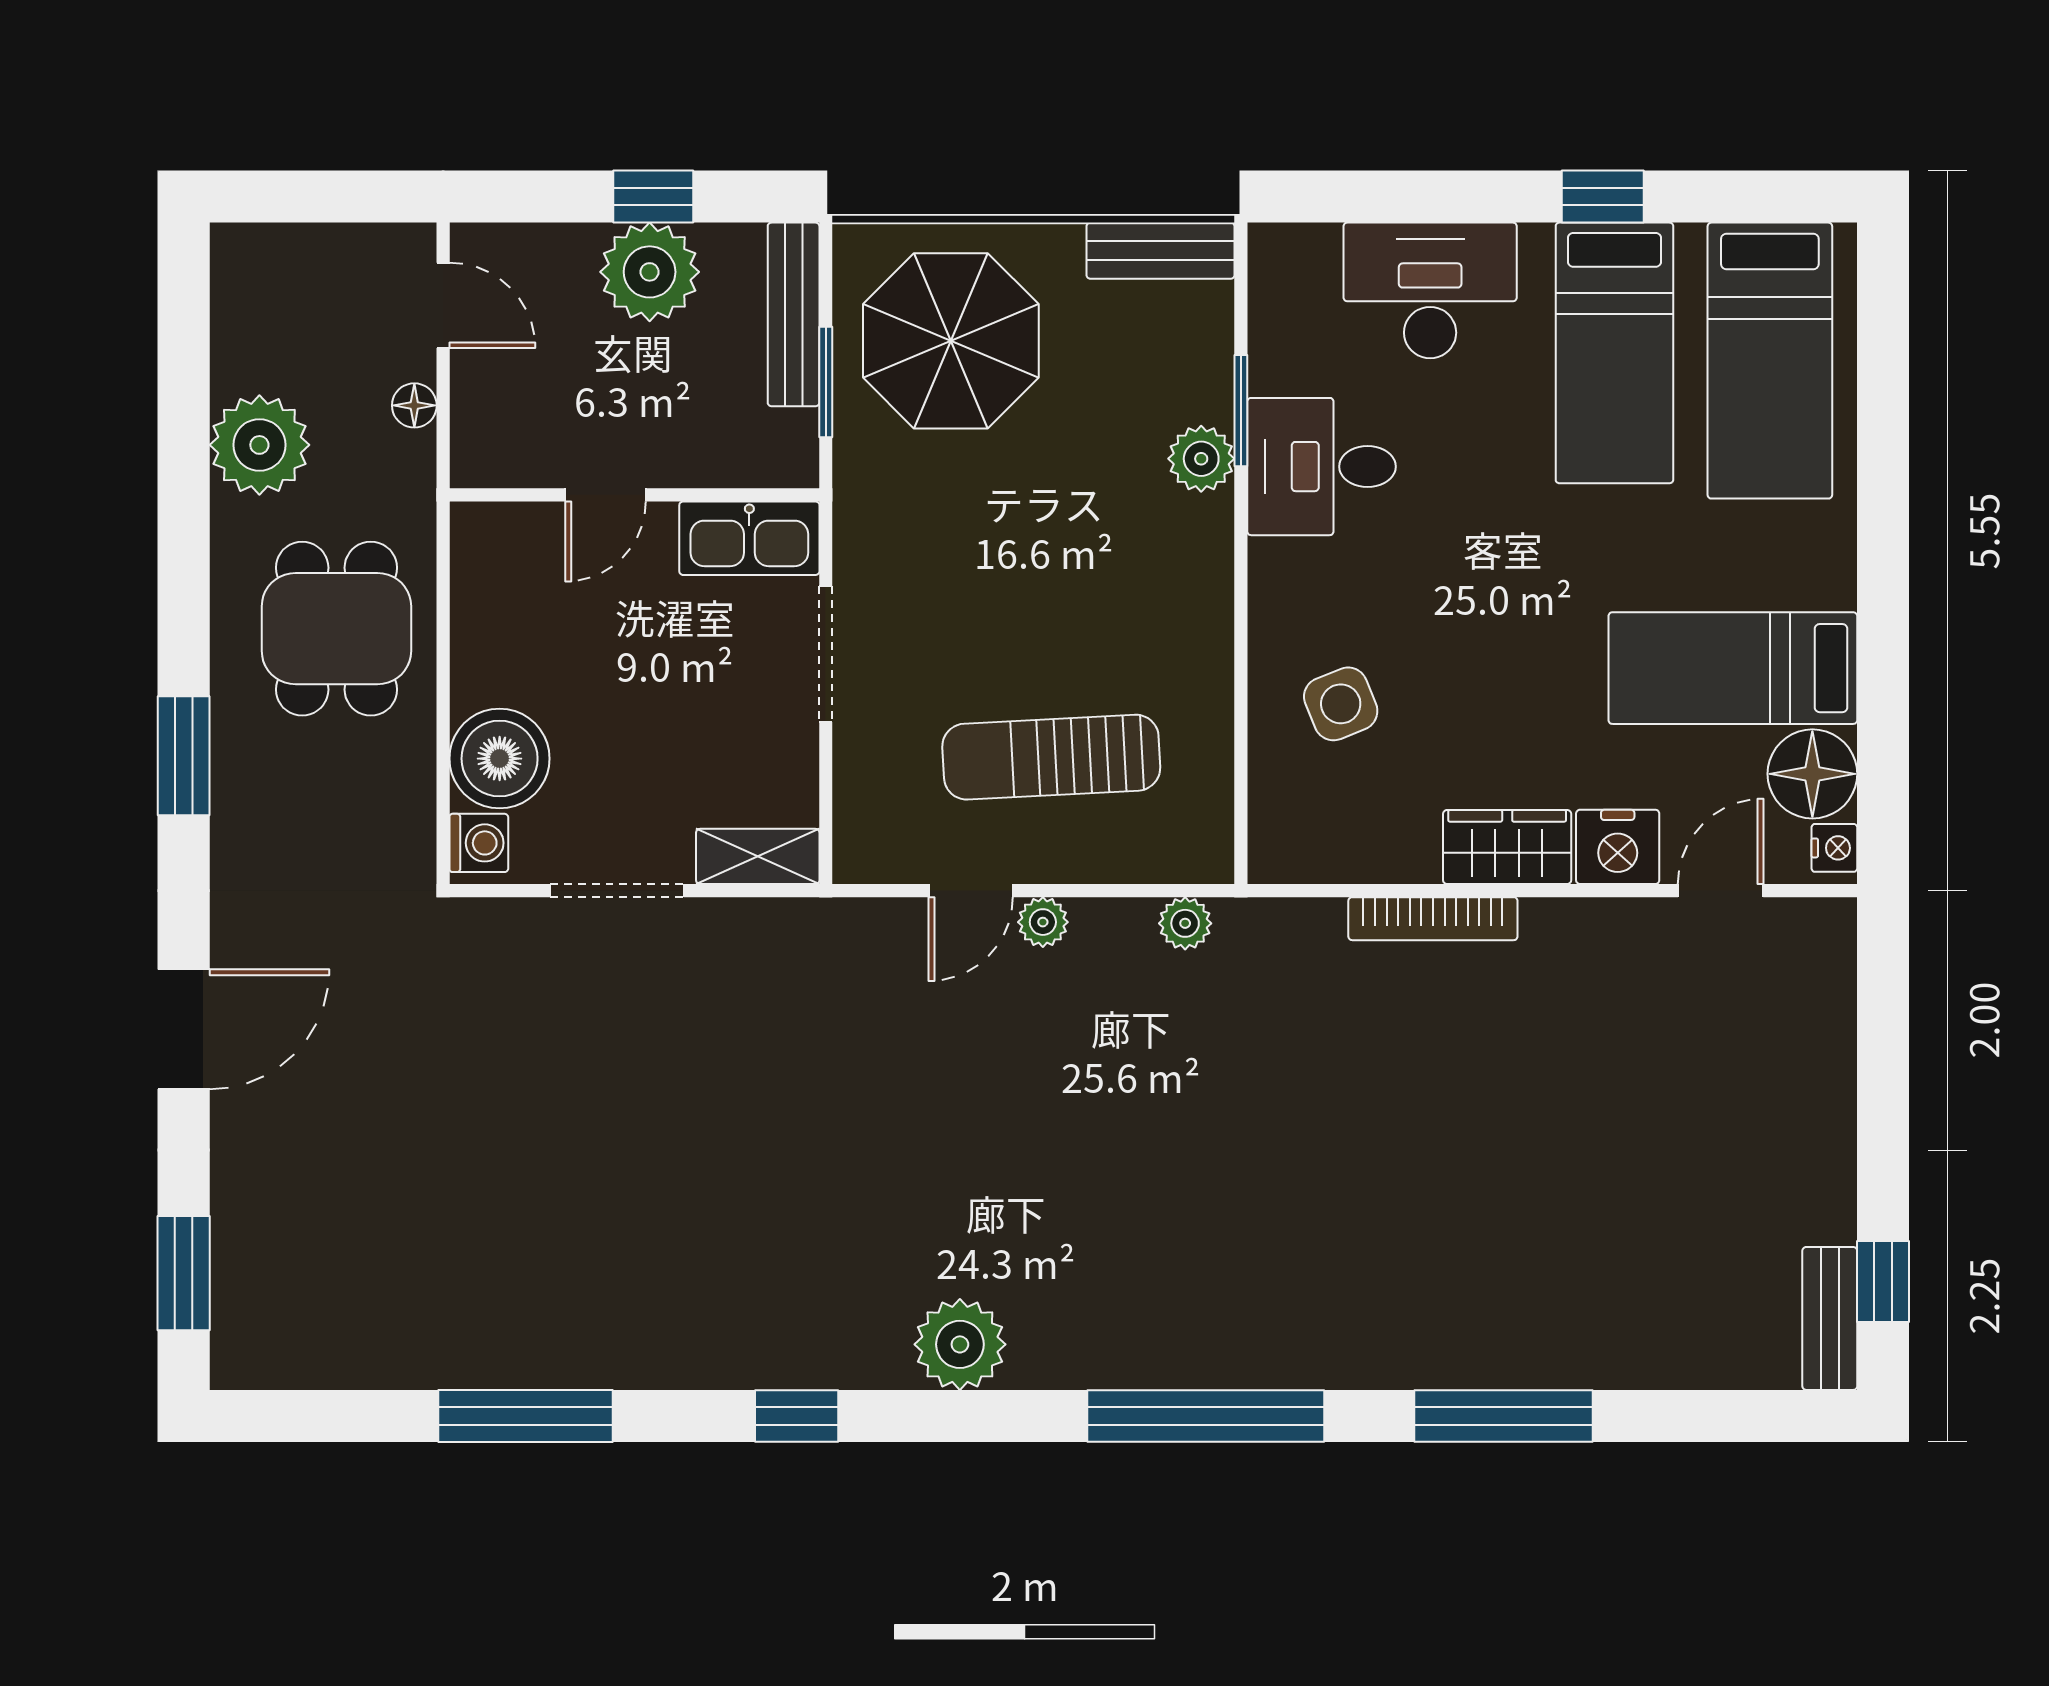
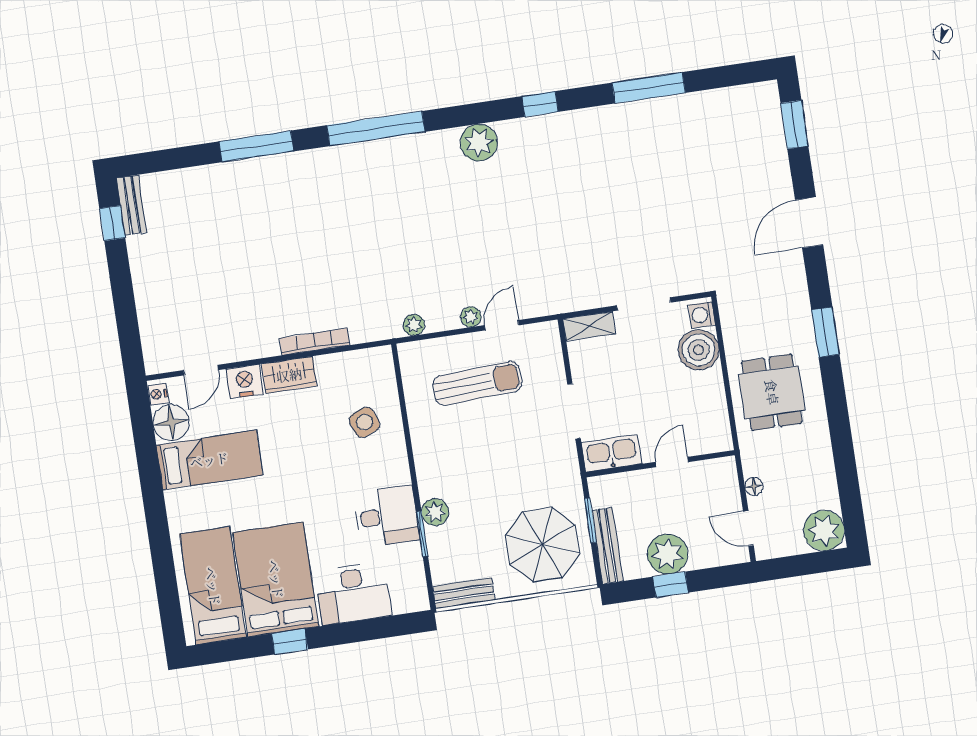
bed: (1614, 353) -> (276, 579), width x1.50
plant: (259, 445) -> (824, 531), moved

